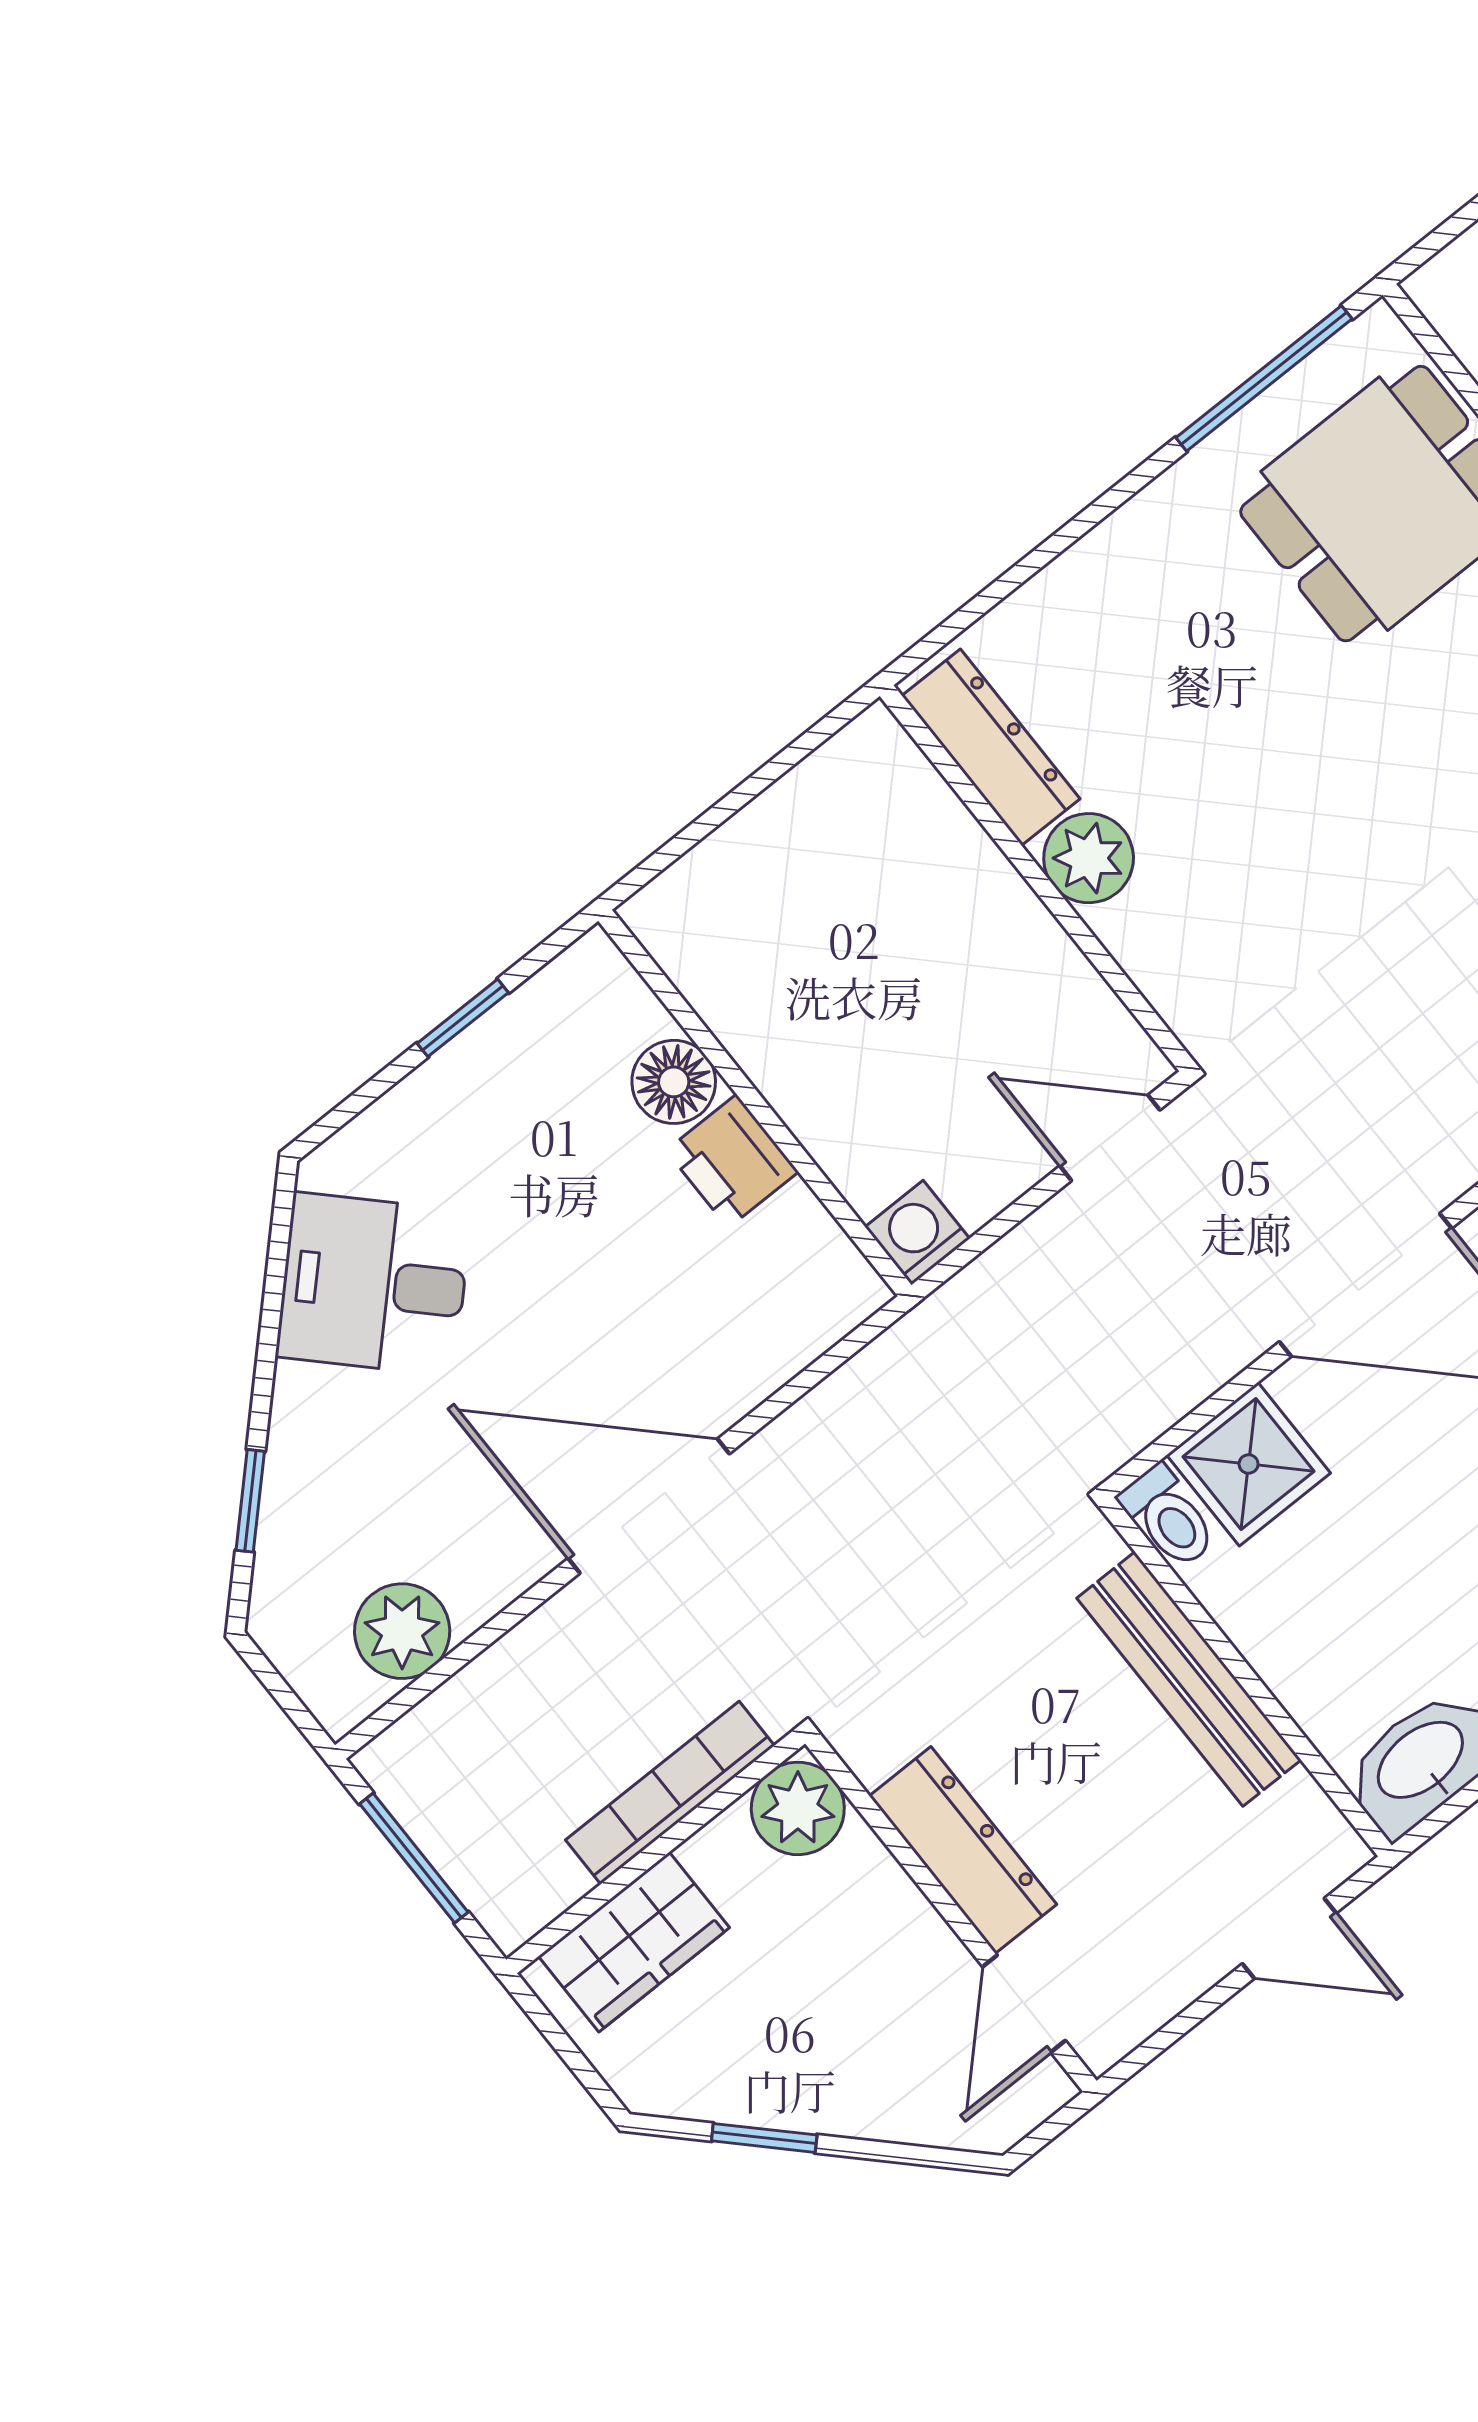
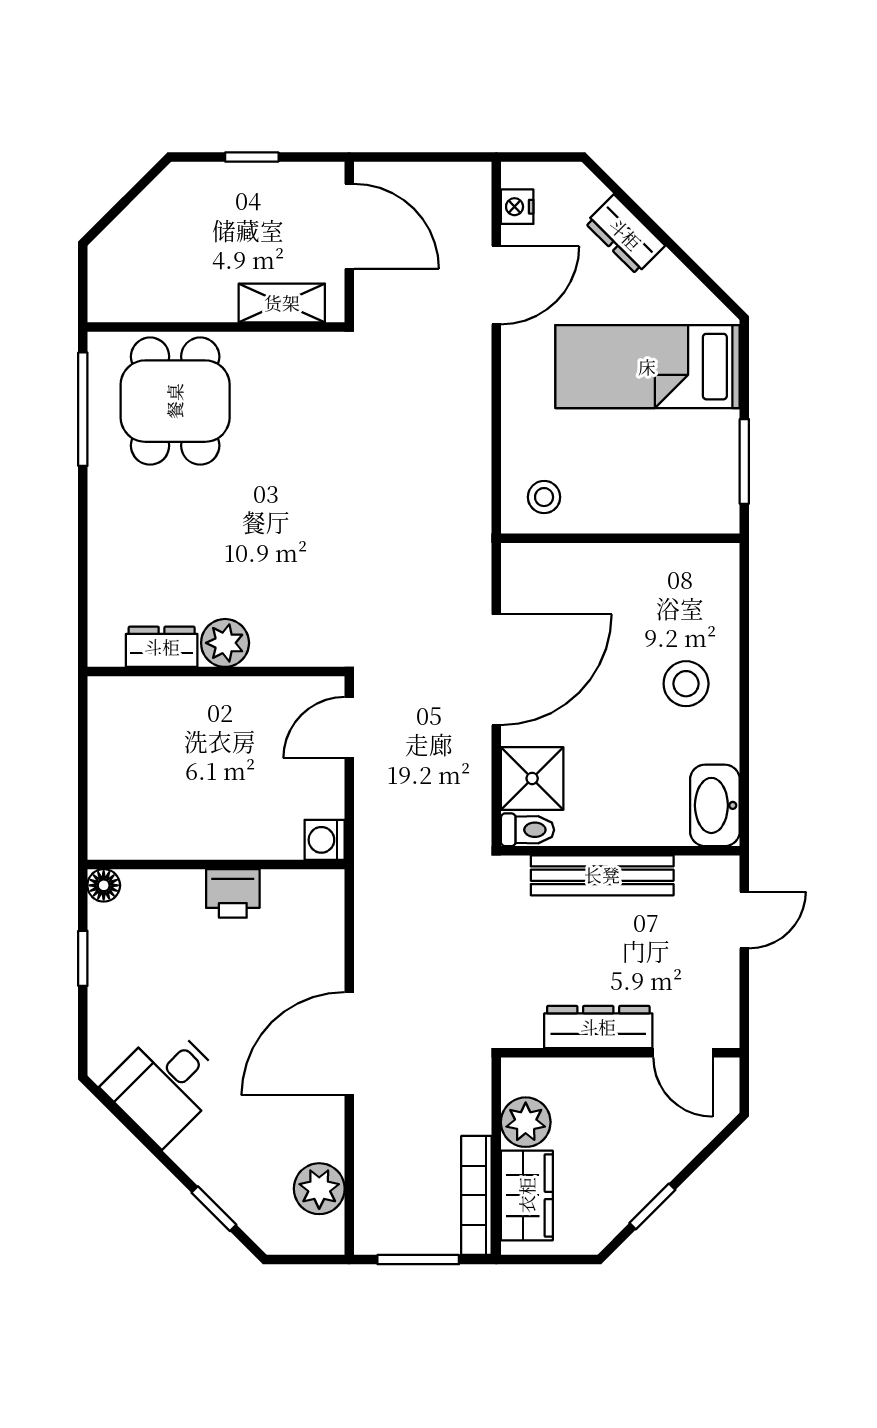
dresser: (991, 747) -> (162, 647), width x0.70
floor lamp: (674, 1082) -> (104, 885), moved, width x0.73, depth x0.73
bookcase: (670, 1793) -> (476, 1195), moved
plant: (798, 1808) -> (526, 1122), moved

